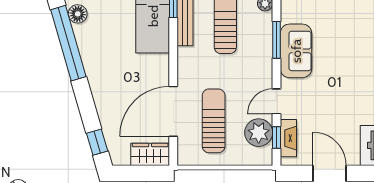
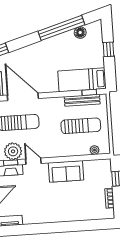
window: (276, 40) -> (72, 159), removed

